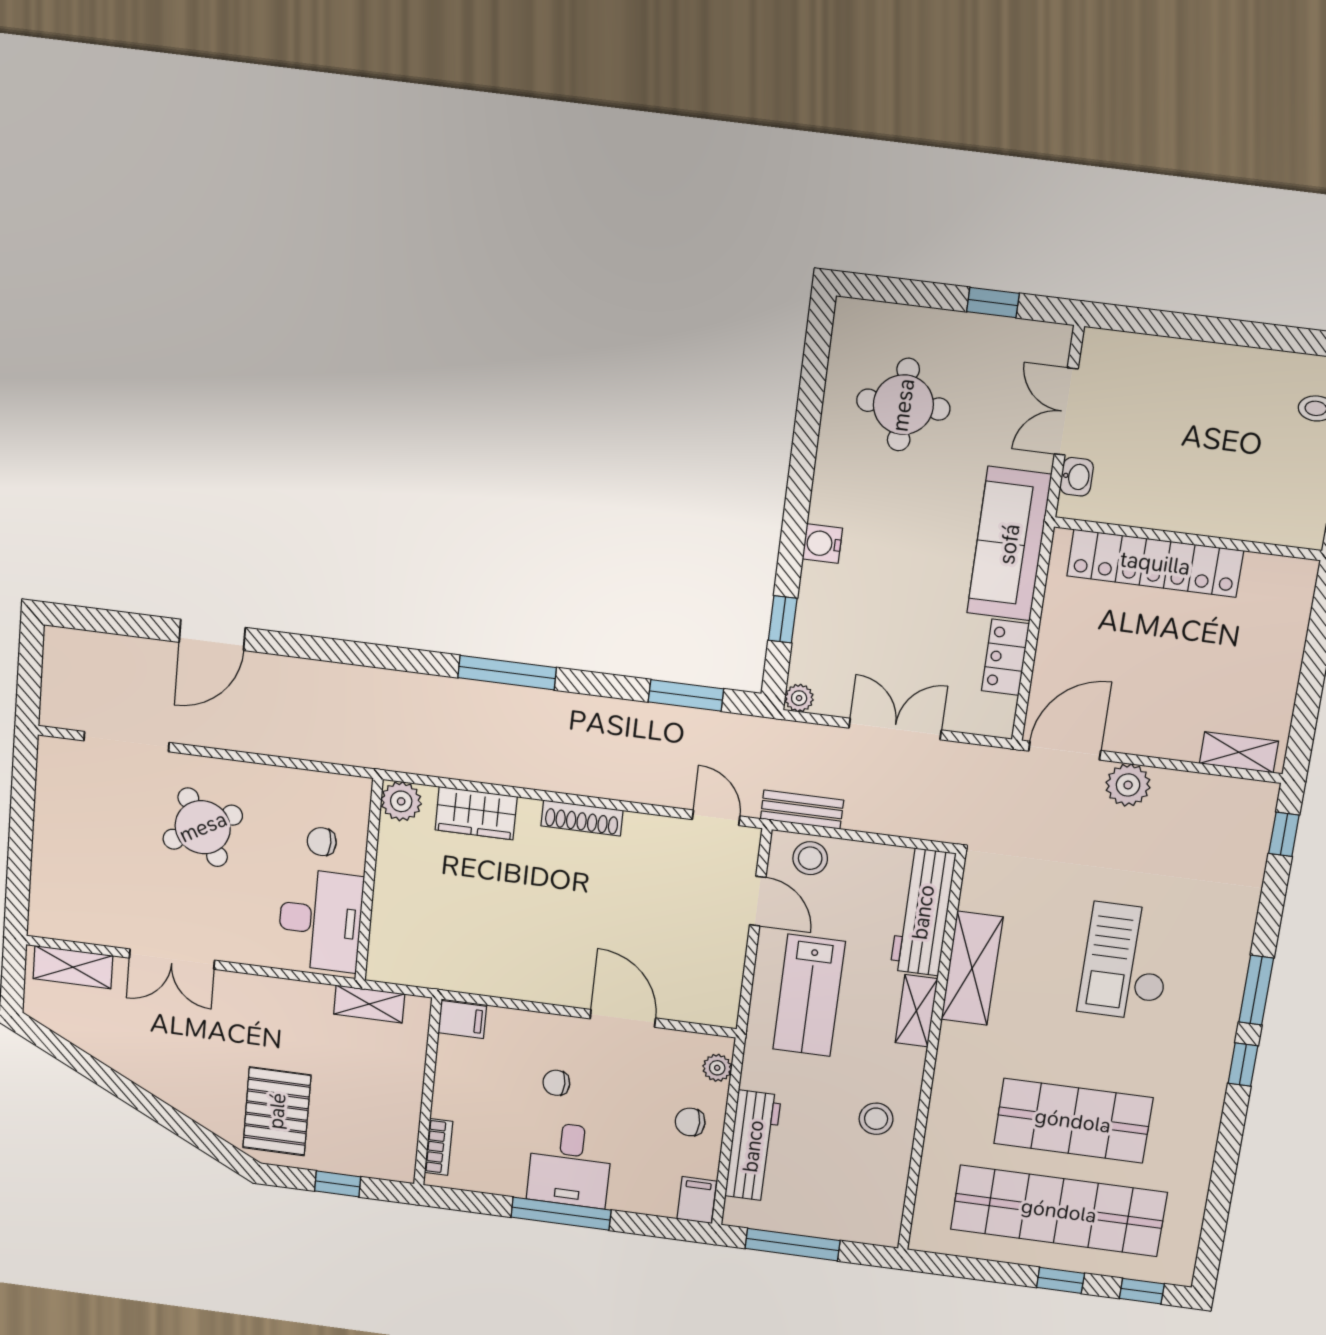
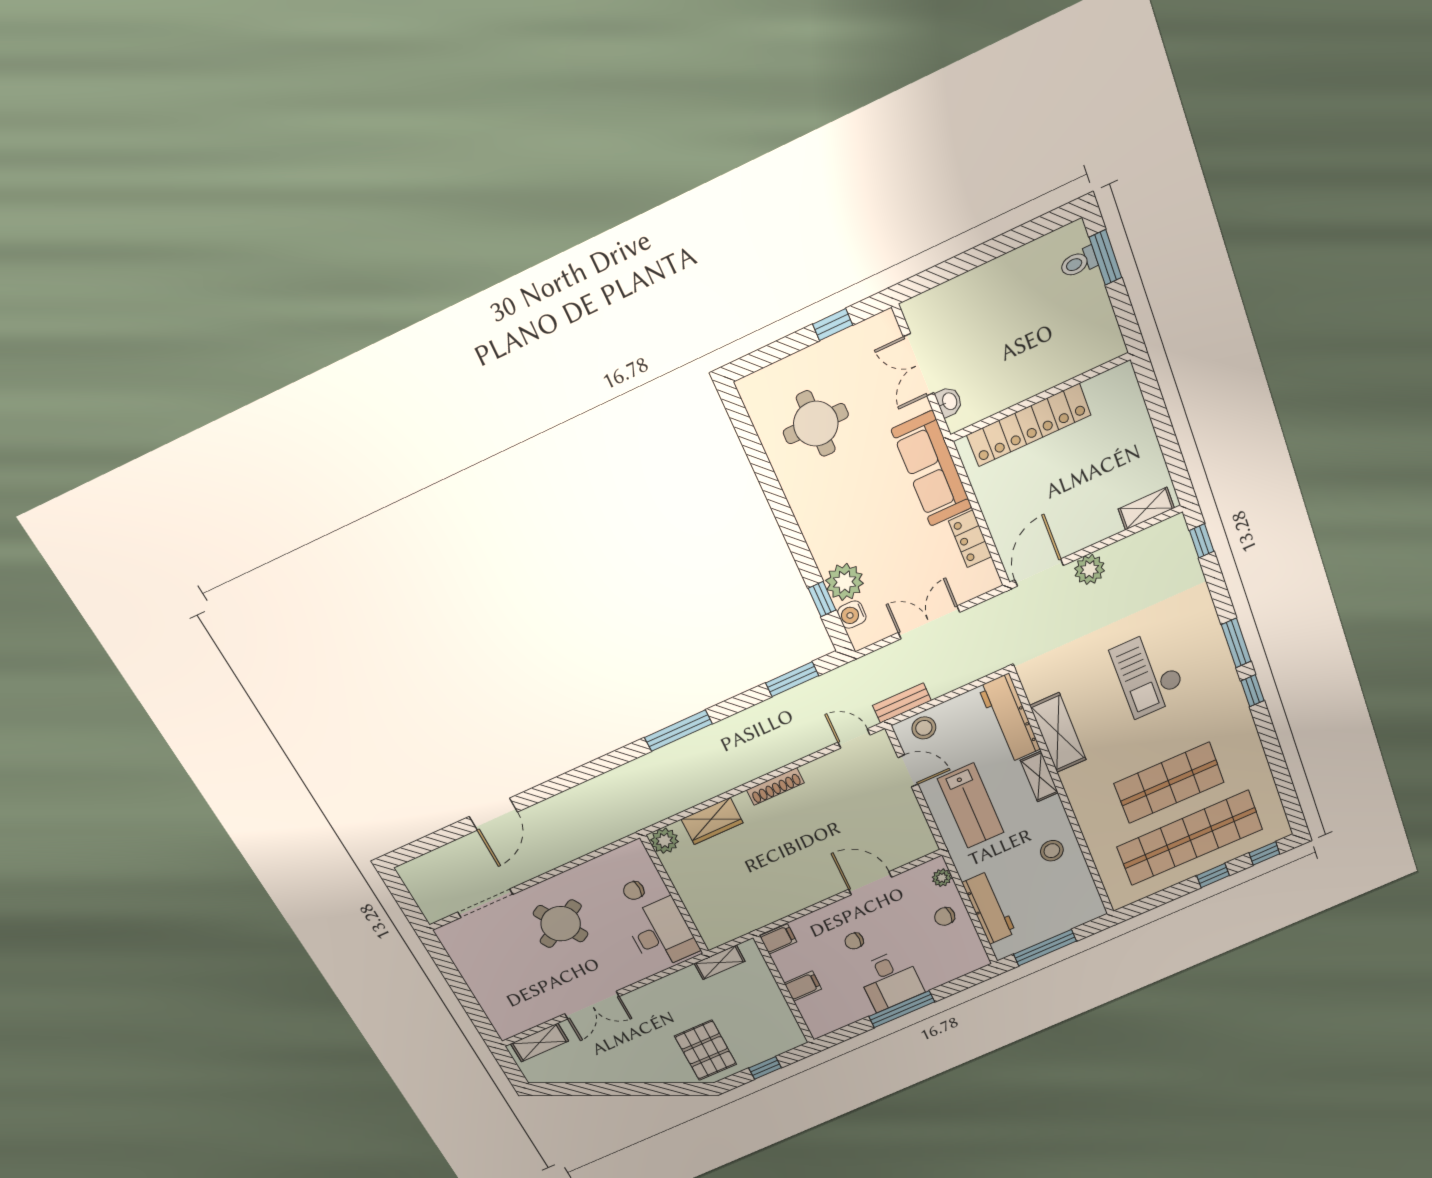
water cooler: (822, 544) -> (852, 615), moved
plant: (799, 698) -> (845, 582), moved, width x1.88, depth x1.88
bookcase: (439, 1147) -> (809, 1015), removed
filing cabinet: (697, 1200) -> (803, 986), moved, turned 90

